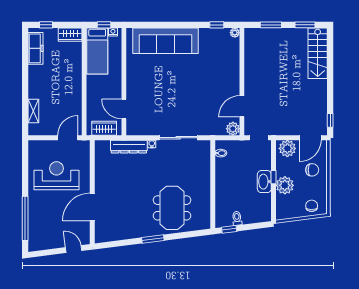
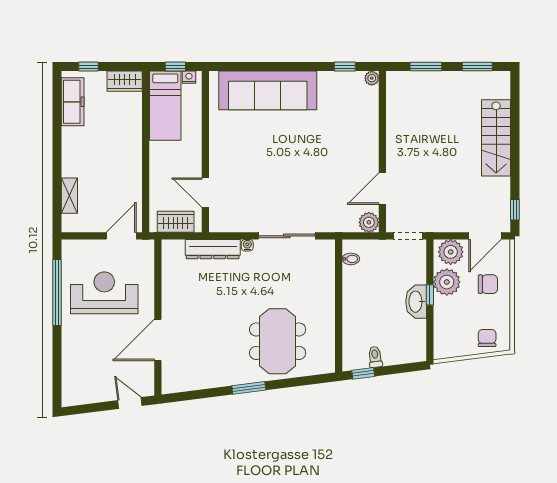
stairs: (318, 53) -> (496, 138), moved
plant: (285, 185) -> (447, 282), moved
window: (25, 218) -> (57, 293), moved

